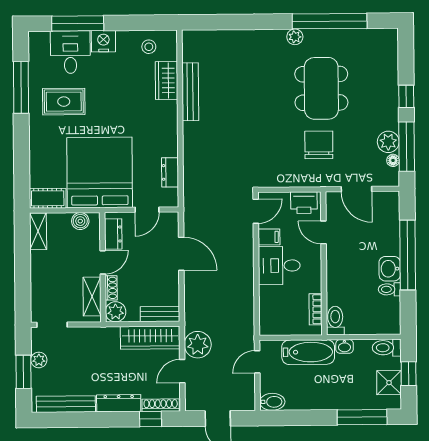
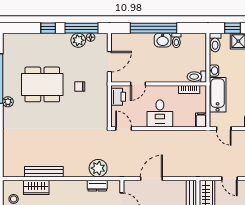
chair: (319, 145) -> (80, 86), width x0.54, depth x0.54
filing cabinet: (269, 237) -> (201, 120), moved
plant: (198, 345) -> (98, 168), moved

